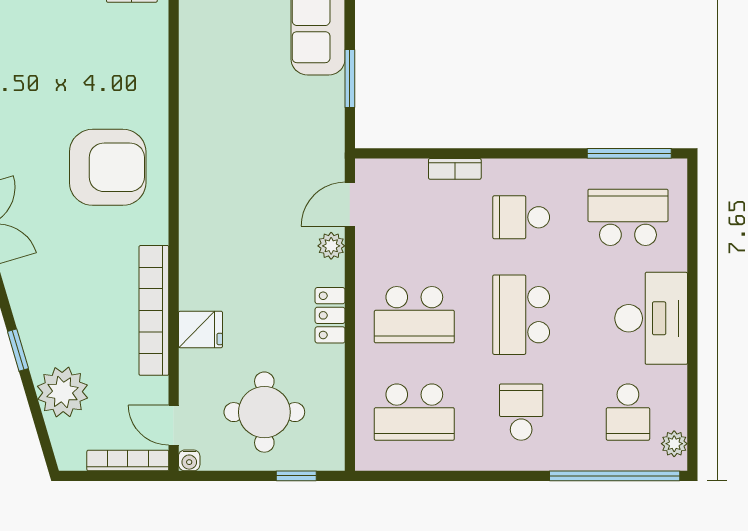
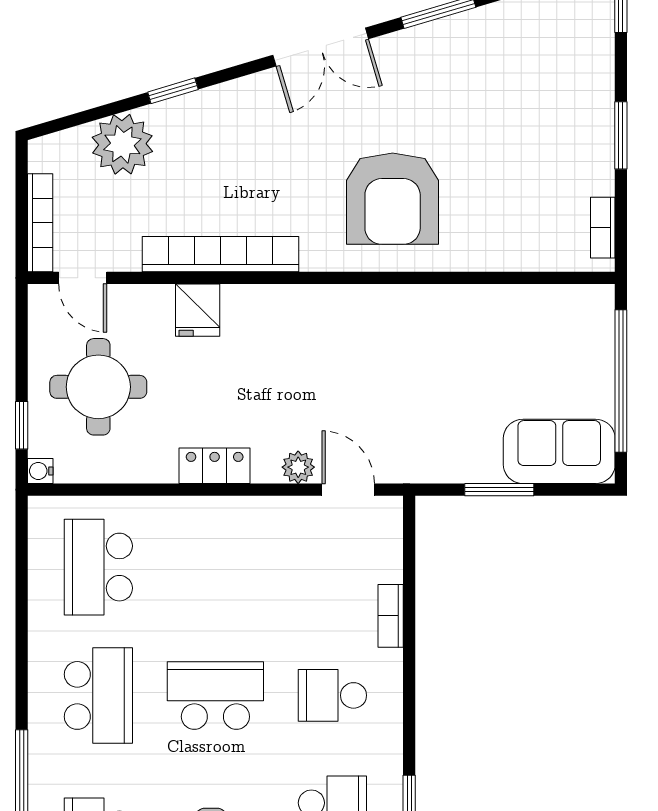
school desk: (521, 217) -> (332, 695), turned -90
school desk: (414, 315) -> (215, 567), removed
school desk: (521, 412) -> (98, 695), width x1.85
door: (174, 425) -> (83, 278), swing flipped
water cooler: (189, 460) -> (40, 471), moved

